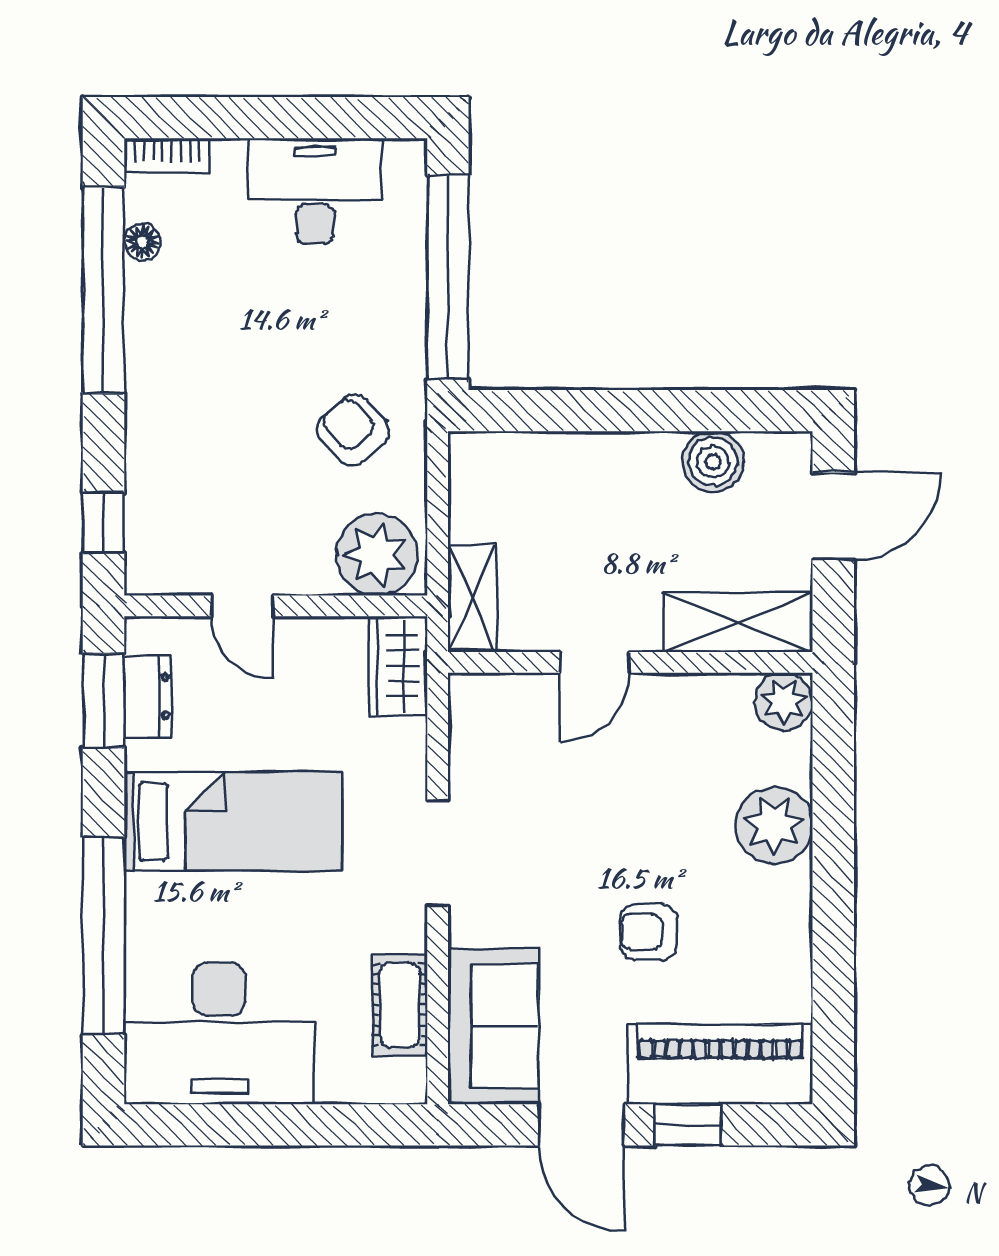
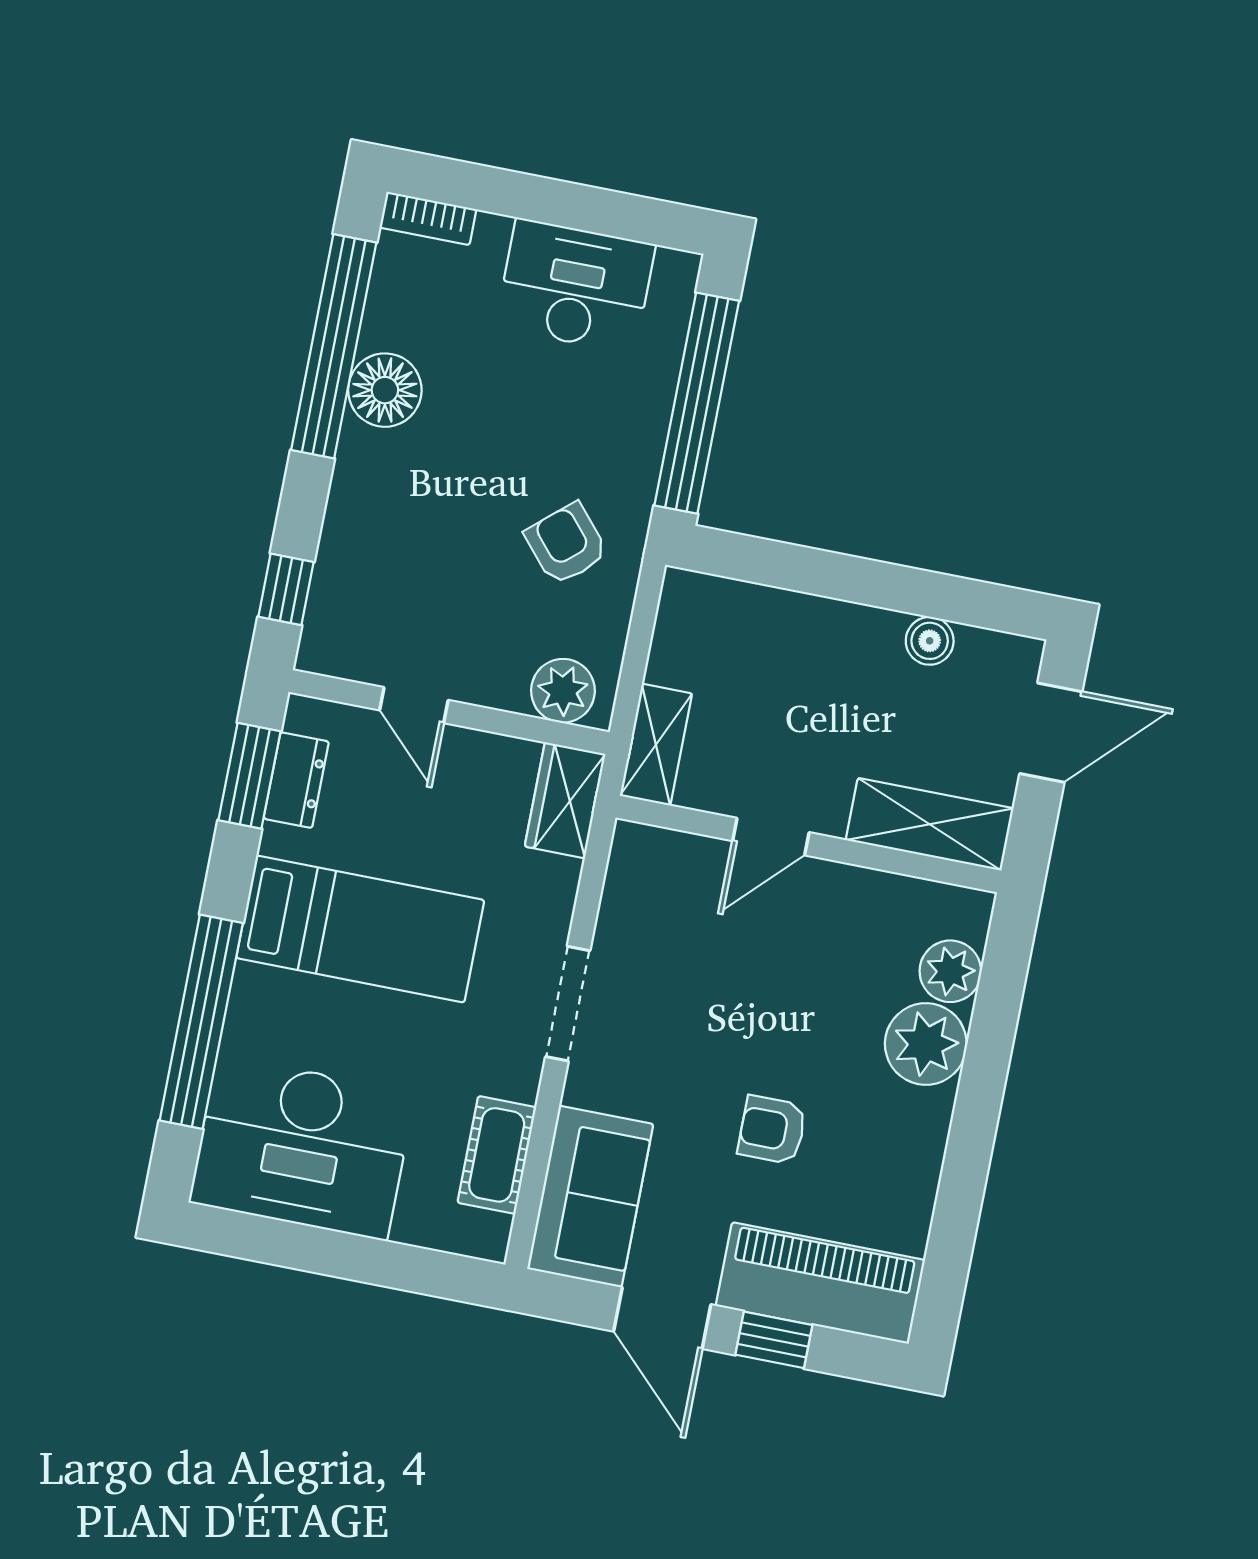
floor lamp: (142, 242) -> (385, 390), moved, width x1.89, depth x1.89
boiler: (713, 462) -> (930, 641), width x0.73, depth x0.73
plant: (377, 555) -> (563, 691), width x0.73, depth x0.73
plant: (784, 702) -> (950, 971), moved

